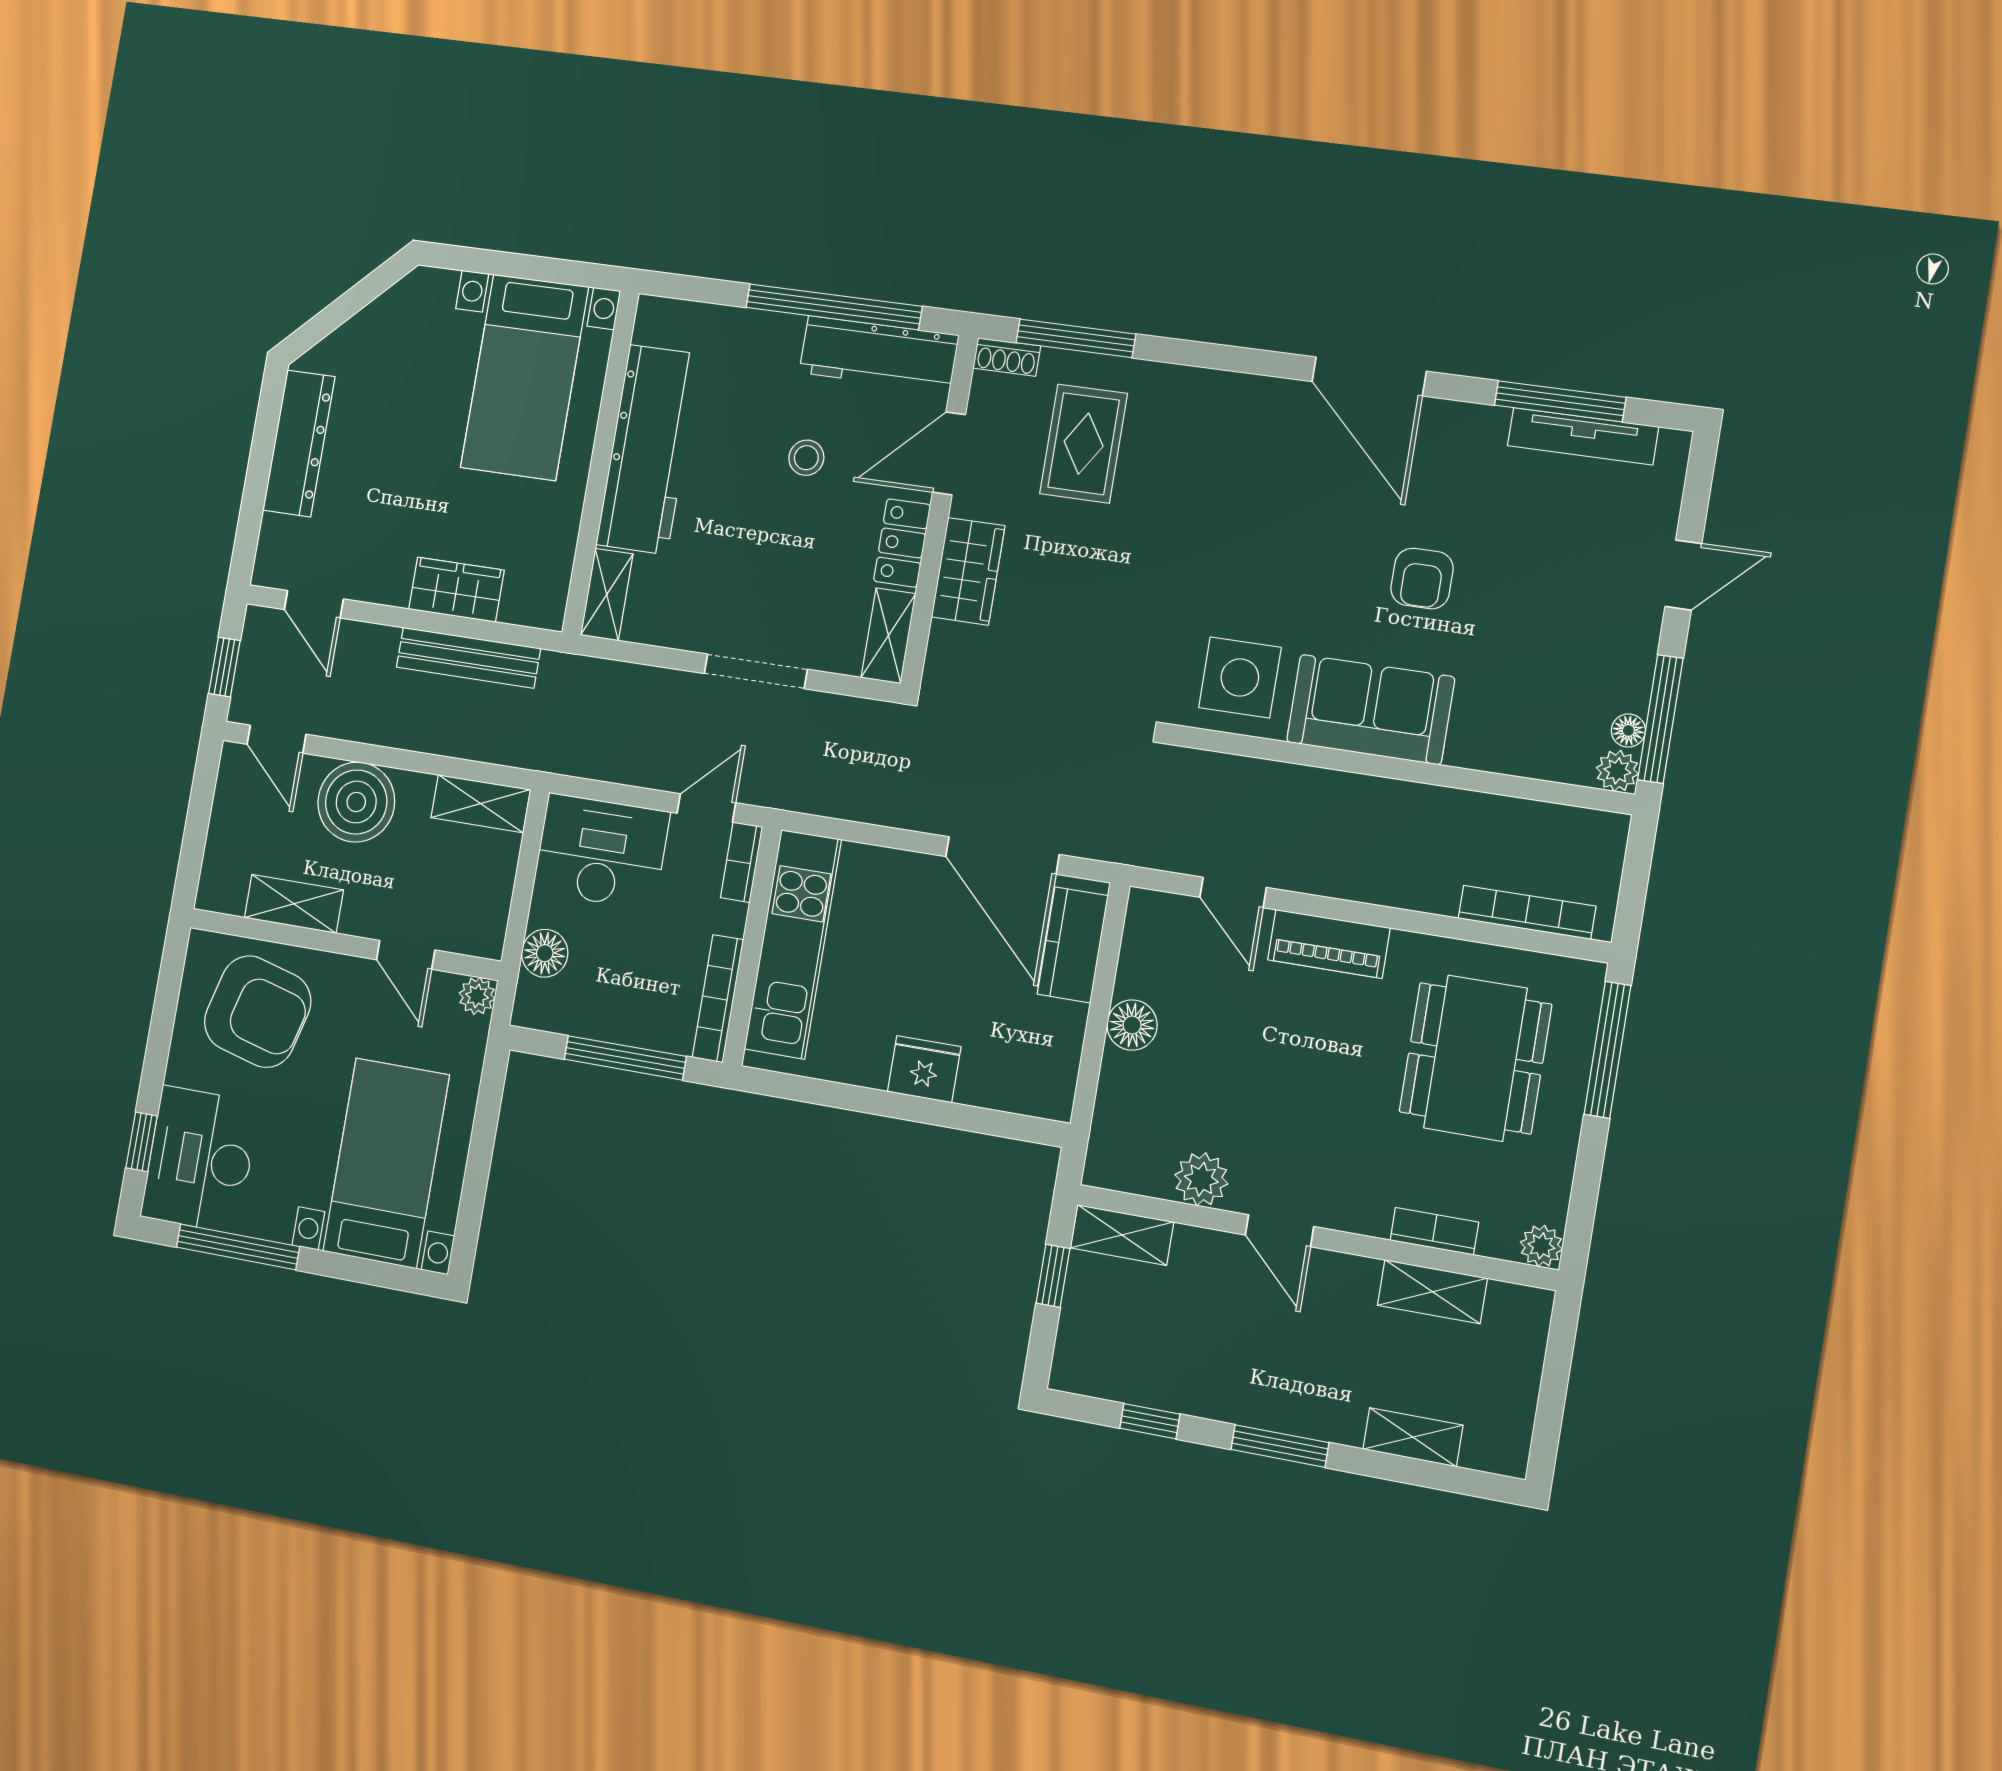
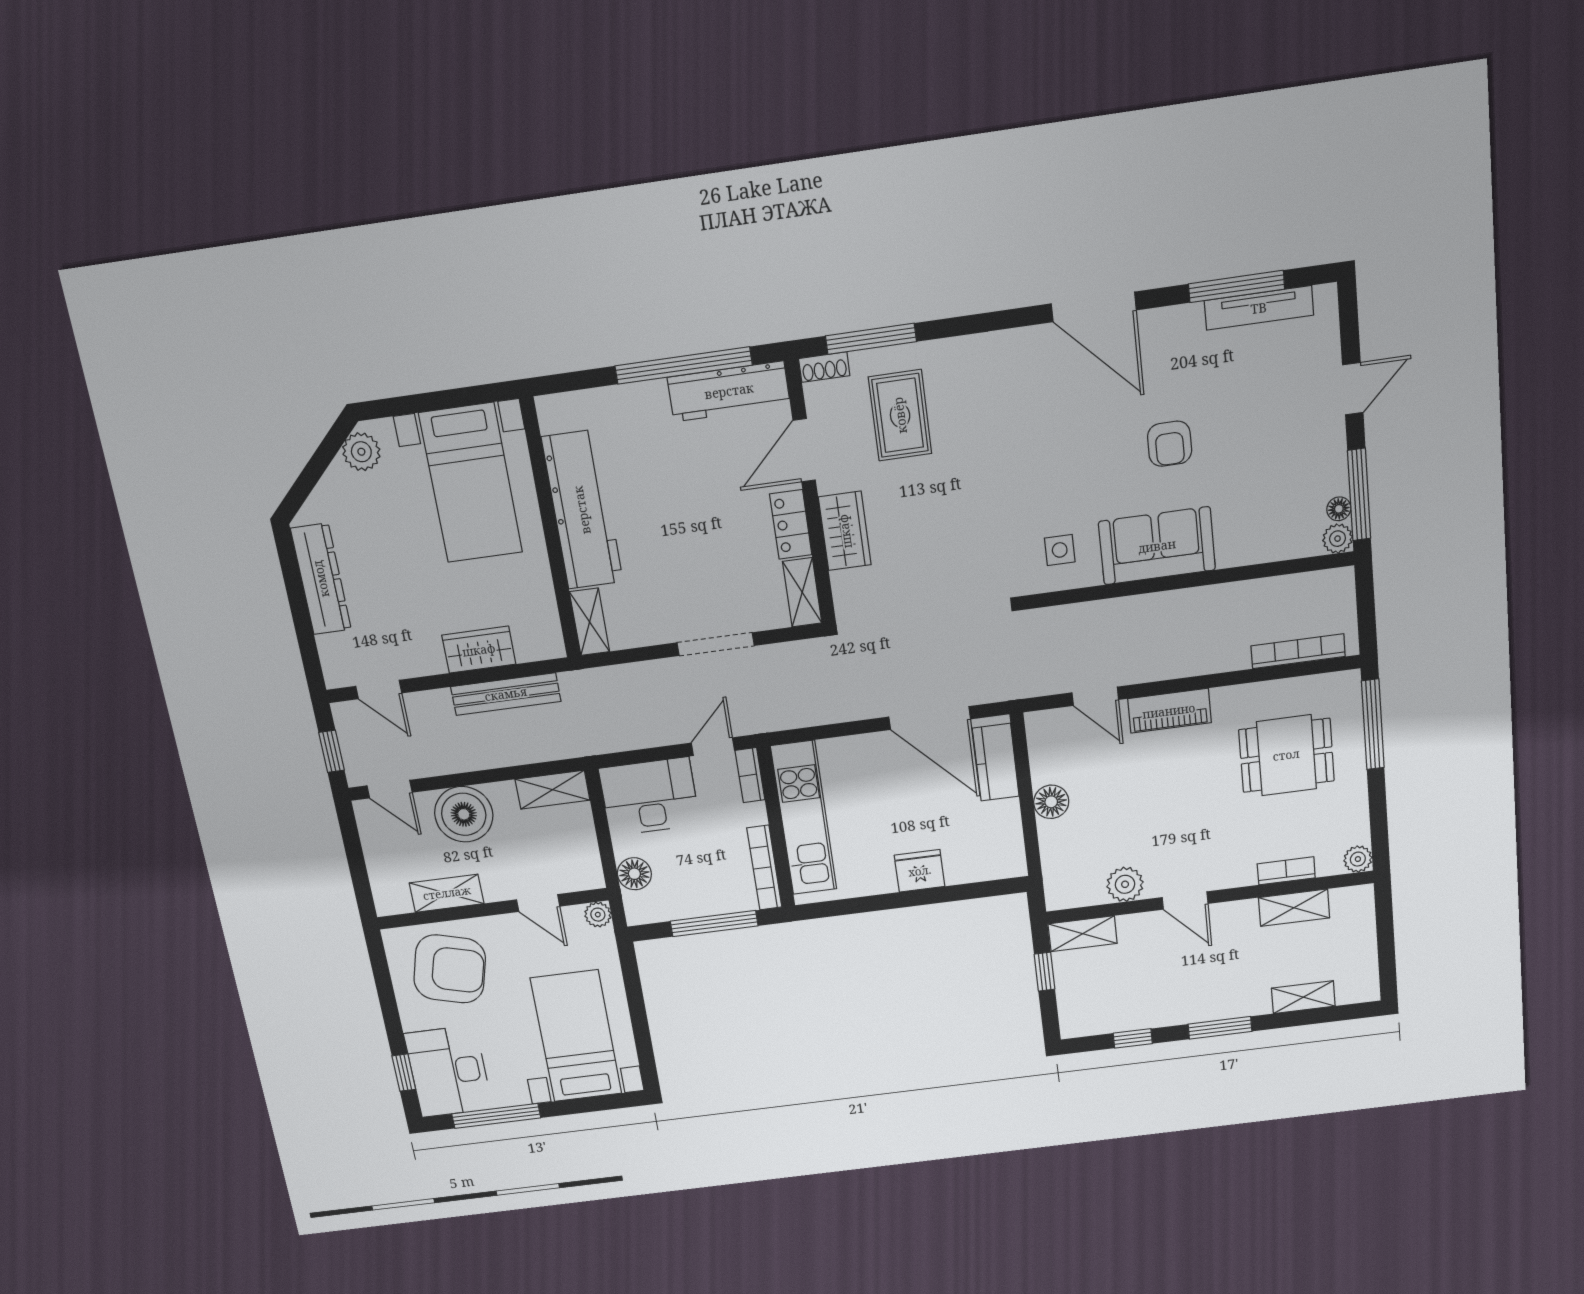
plant: (408, 302) -> (361, 452), added
stool: (806, 458) -> (701, 483), removed
side table: (1240, 678) -> (1060, 550), width x0.54, depth x0.54
dining table: (1475, 1058) -> (1286, 755), width x0.73

